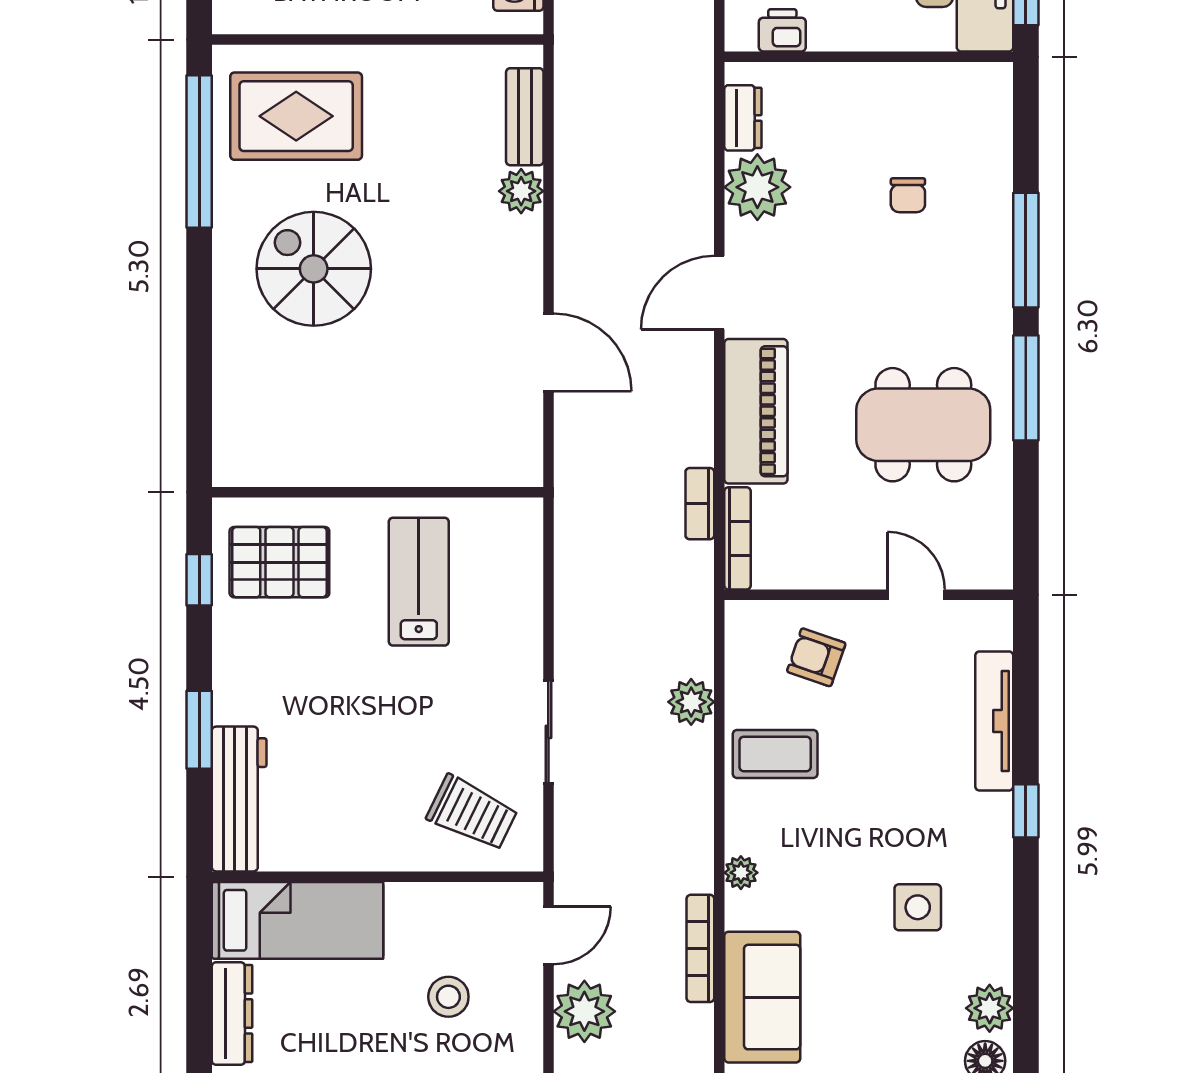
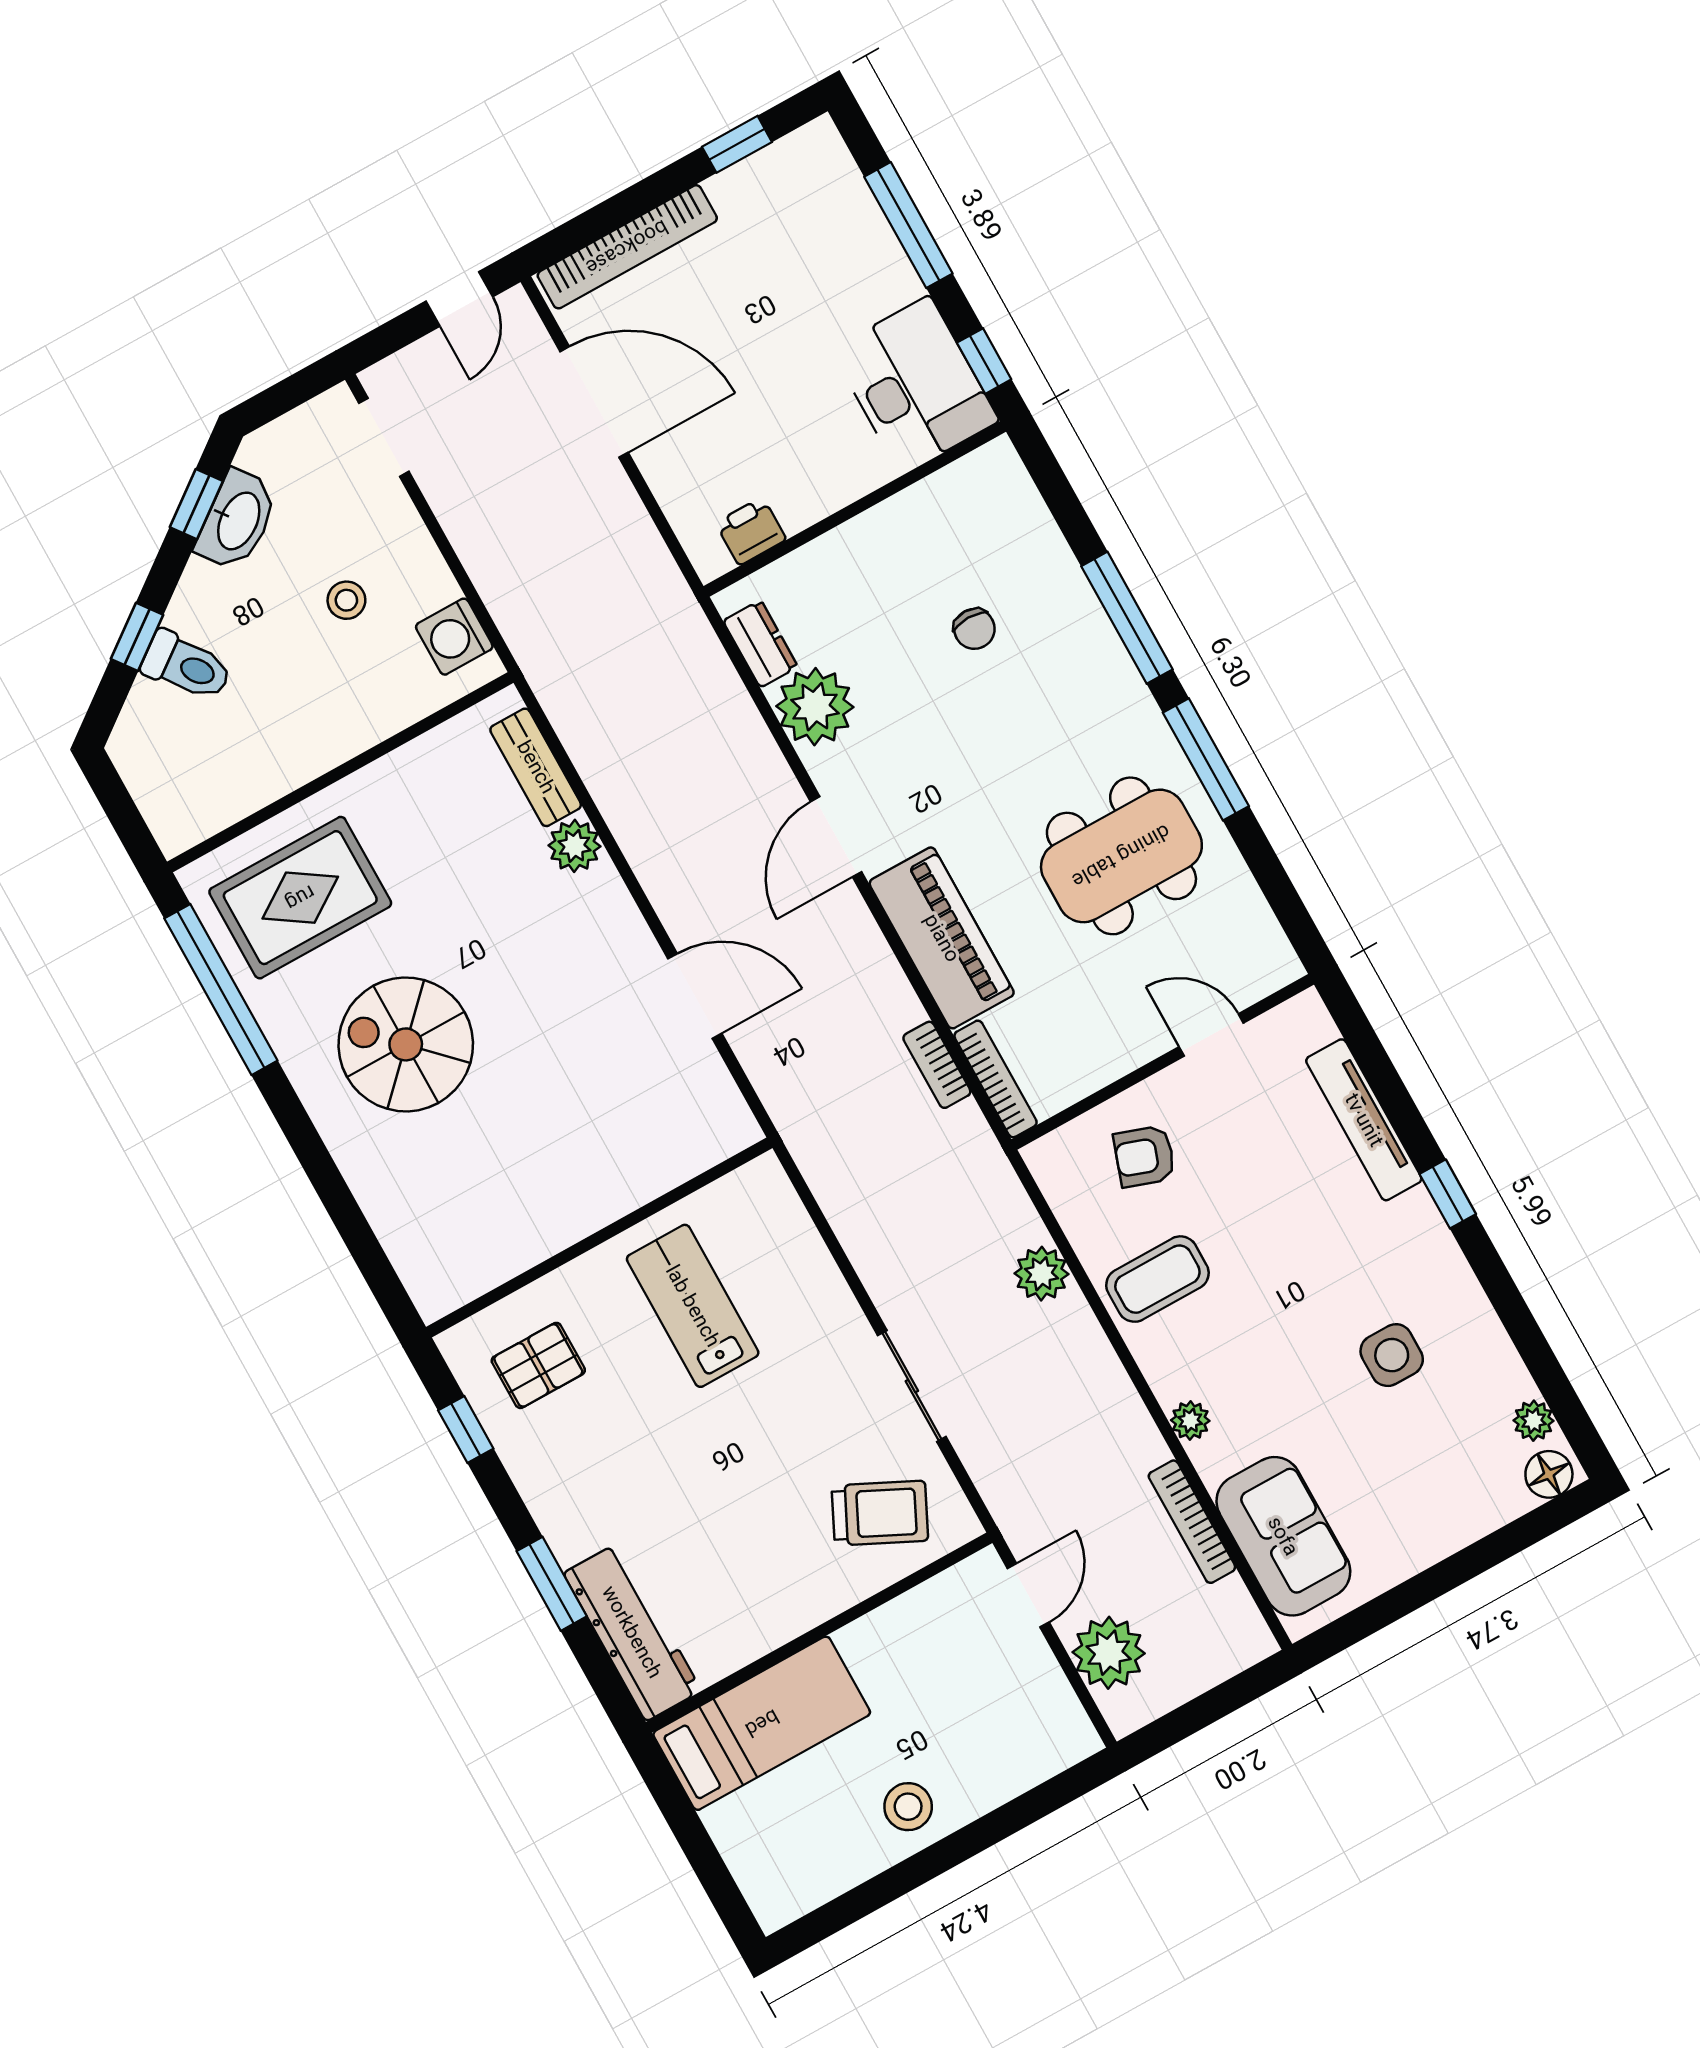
pallet: (279, 562) -> (538, 1365), width x0.67, depth x0.71
stool: (448, 997) -> (908, 1807), moved
plant: (990, 1008) -> (1534, 1421), width x0.73, depth x0.73
dresser: (232, 1014) -> (748, 1857), removed

